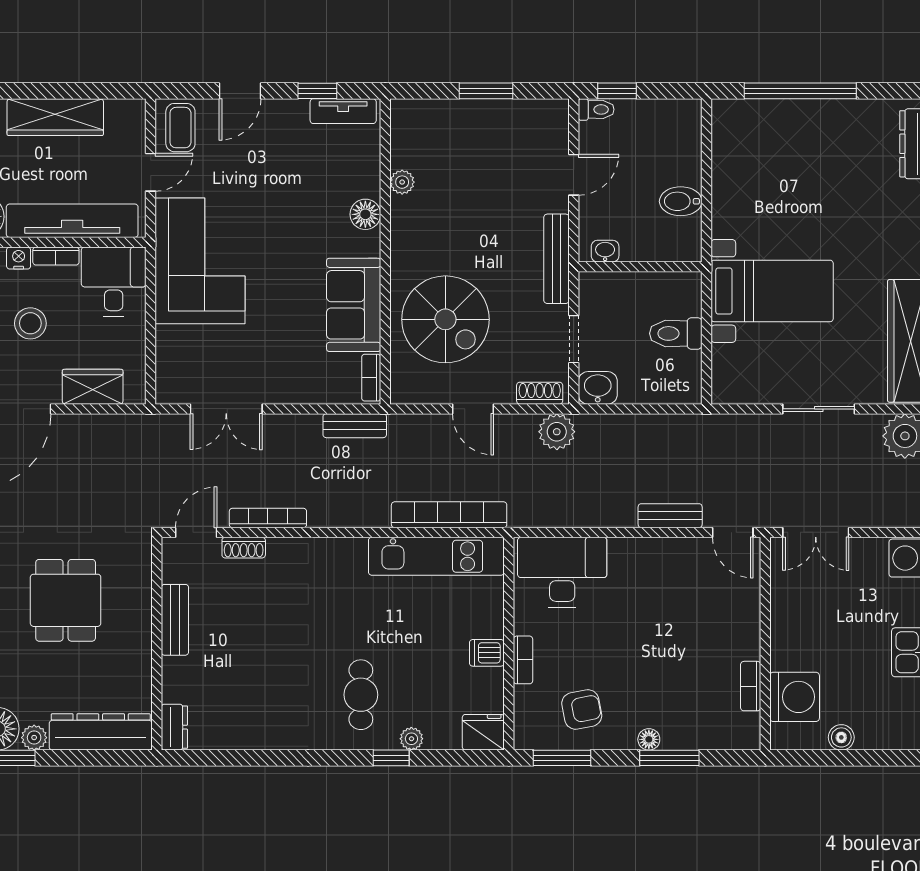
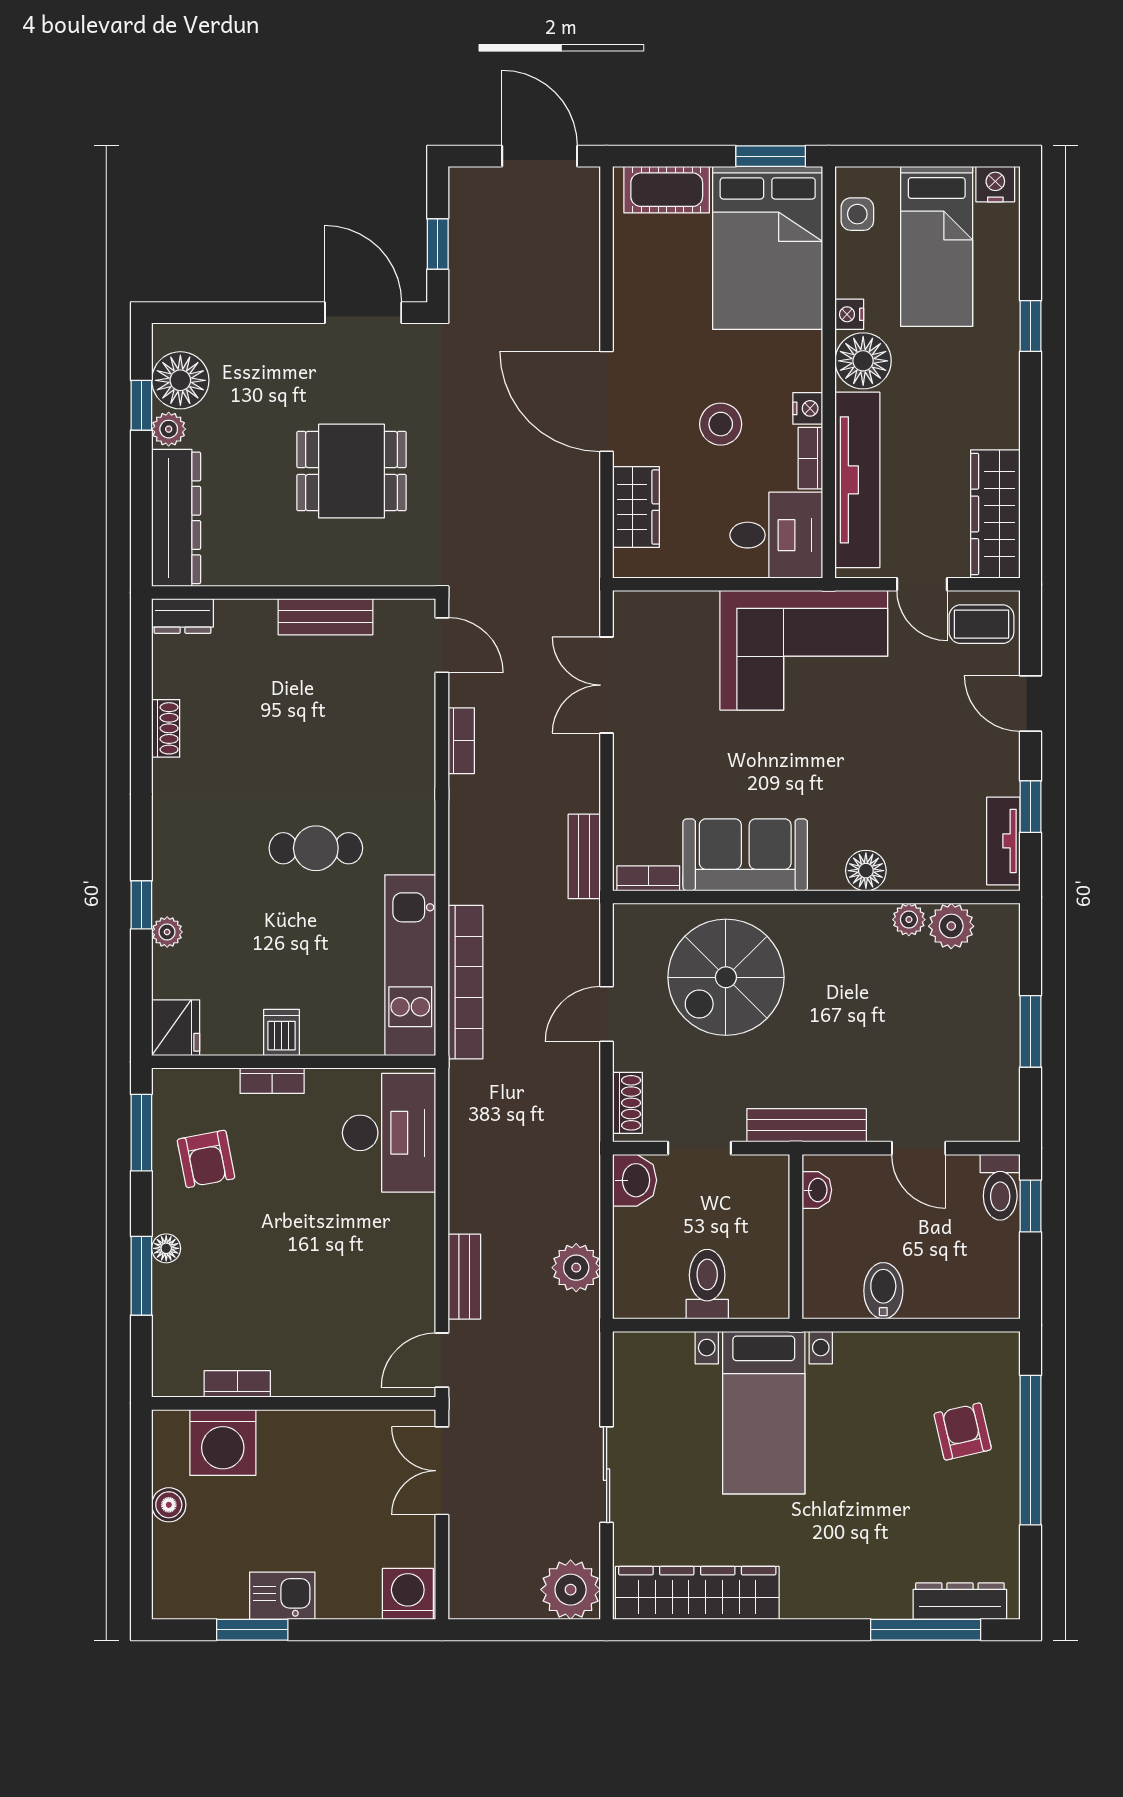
toilet: (596, 109) -> (1000, 1187), width x1.37, depth x1.39
wardrobe: (55, 117) -> (995, 514), moved
armchair: (786, 142) -> (963, 1432), added
plant: (407, 150) -> (951, 926), added
plant: (557, 432) -> (576, 1268), moved
bookcase: (268, 518) -> (461, 741), width x0.64
shoe rack: (244, 548) -> (166, 728), moved, turned 180
cafe table: (361, 695) -> (316, 848), moved

